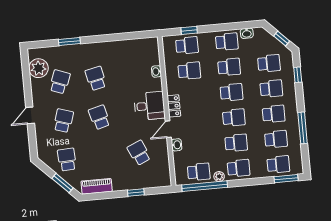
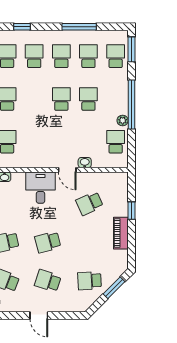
school desk: (231, 92) -> (34, 99), removed
locker: (174, 106) -> (43, 162), removed
school desk: (238, 168) -> (116, 99), removed
piano: (97, 186) -> (121, 233), moved
window: (205, 186) -> (131, 104), moved

